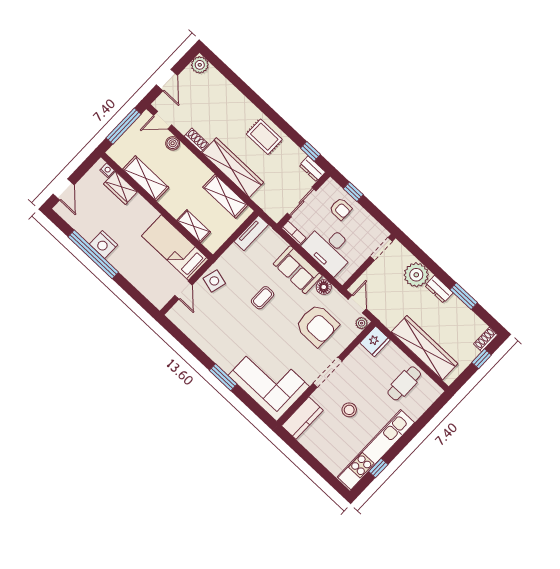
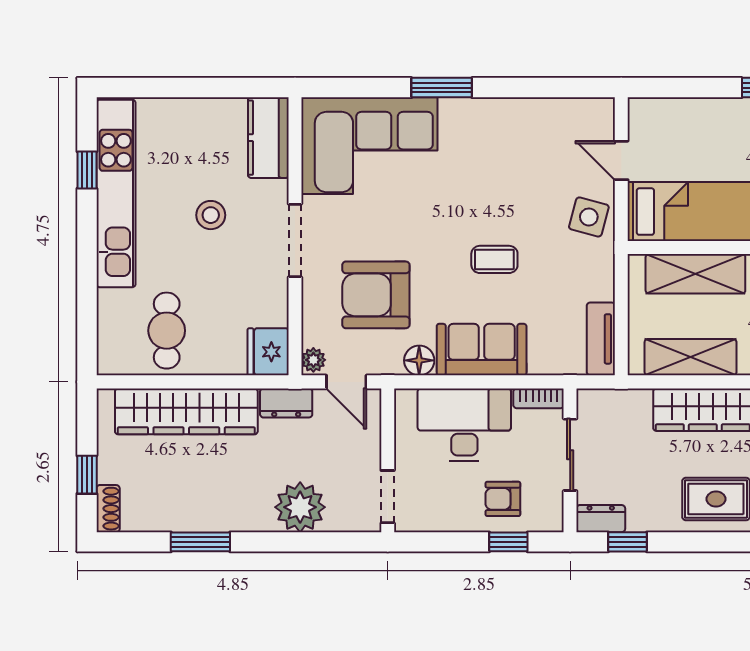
shelving: (194, 226) -> (695, 274), width x1.50, depth x1.33
dresser: (439, 289) -> (286, 403), moved, turned 180
coffee table: (262, 298) -> (494, 259), turned 90

